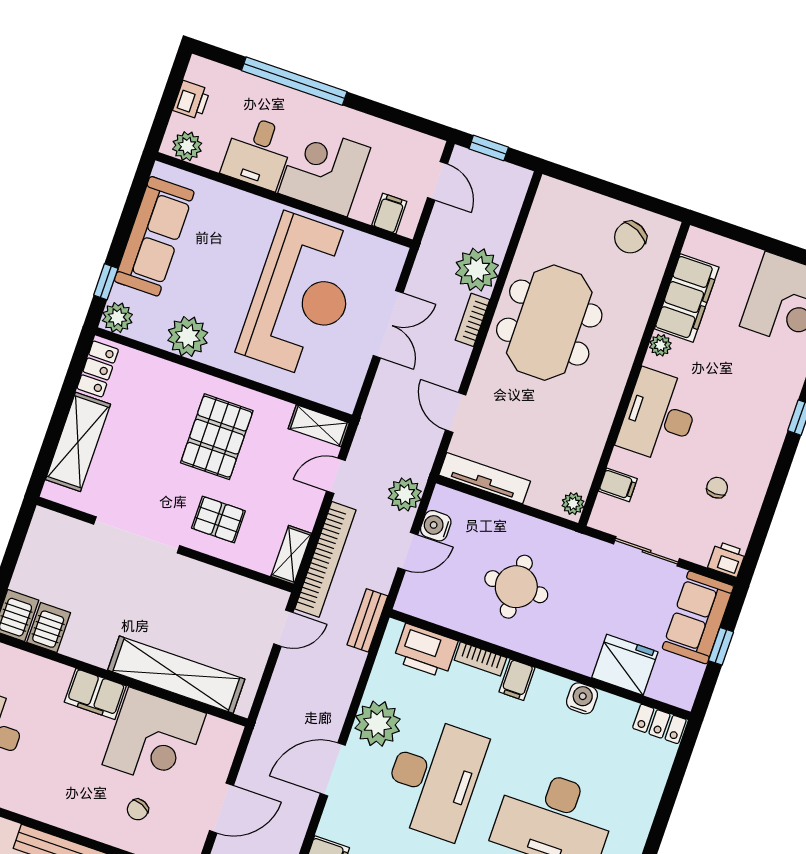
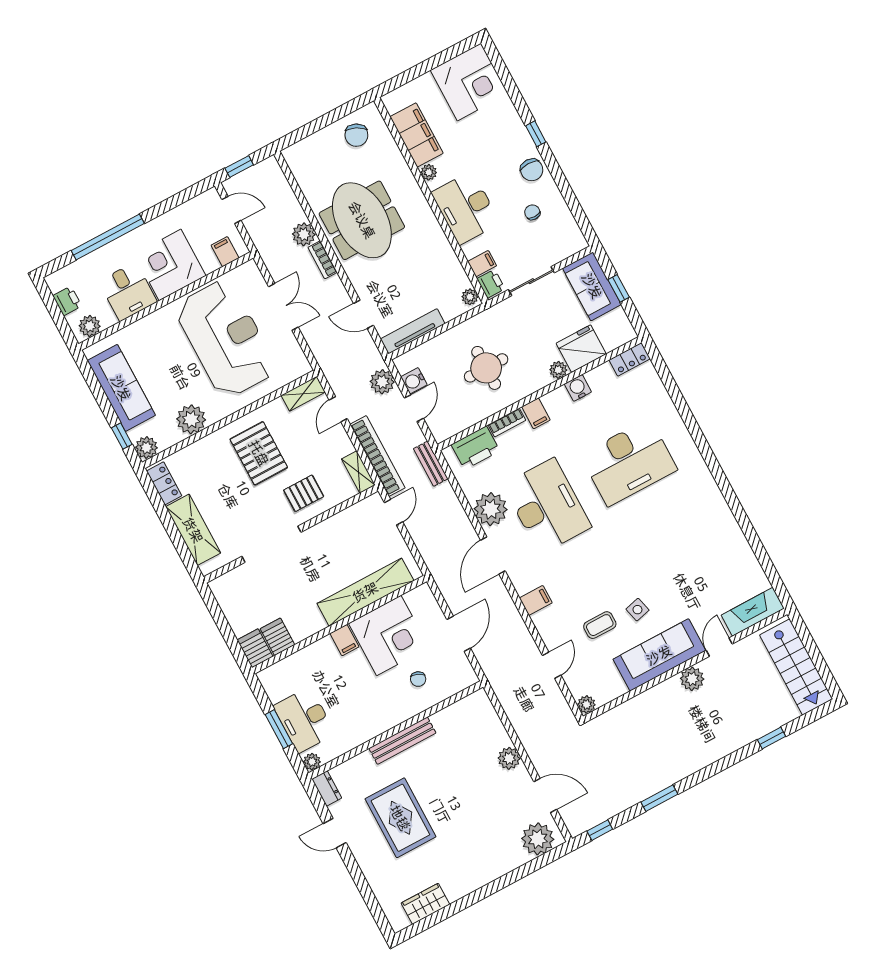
plant: (477, 270) -> (304, 234), width x0.73, depth x0.73
chair: (759, 447) -> (532, 170), added
printer: (727, 559) -> (491, 284), moved, turned 90
plant: (582, 662) -> (558, 370), added
filing cabinet: (95, 694) -> (344, 640), width x0.50

